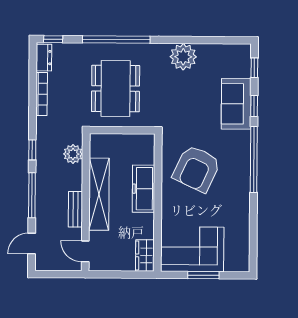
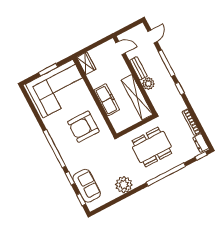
dining table: (116, 89) -> (152, 147), turned 90
sofa: (236, 104) -> (87, 186), moved
plant: (73, 154) -> (148, 84), moved
armchair: (196, 169) -> (83, 127), turned -115
shelving: (99, 194) -> (137, 97), moved
corner sofa: (192, 249) -> (58, 88), width x1.36, depth x1.36

